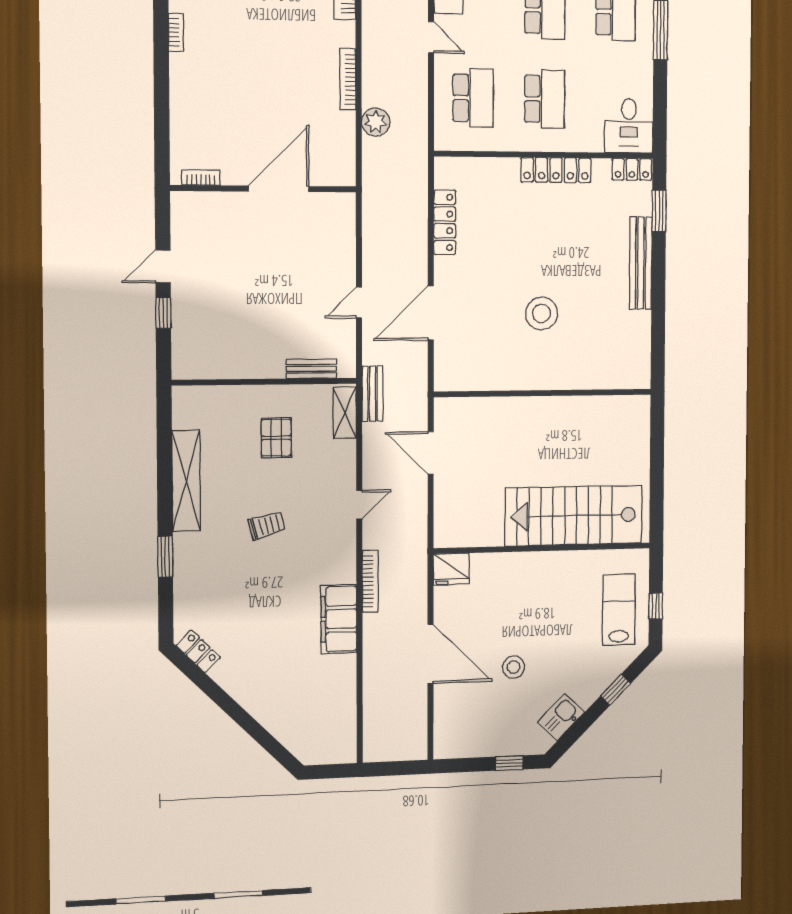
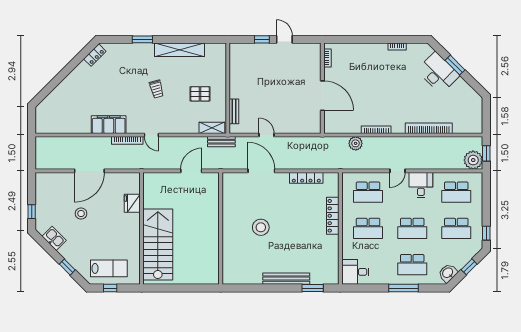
locker: (632, 169) -> (333, 274), removed
locker: (556, 170) -> (333, 216), moved
door: (359, 505) -> (151, 135), moved
fridge: (451, 569) -> (132, 203), moved

